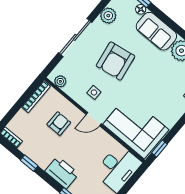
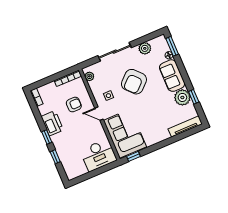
armchair: (116, 61) -> (134, 82), turned -34
window: (29, 163) -> (47, 137), moved
printer: (62, 173) -> (52, 123), moved

